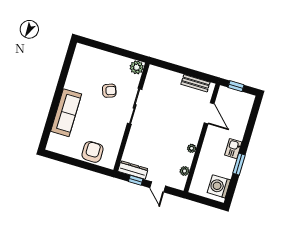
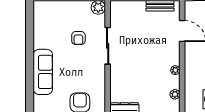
armchair: (109, 91) -> (78, 38), turned 110

